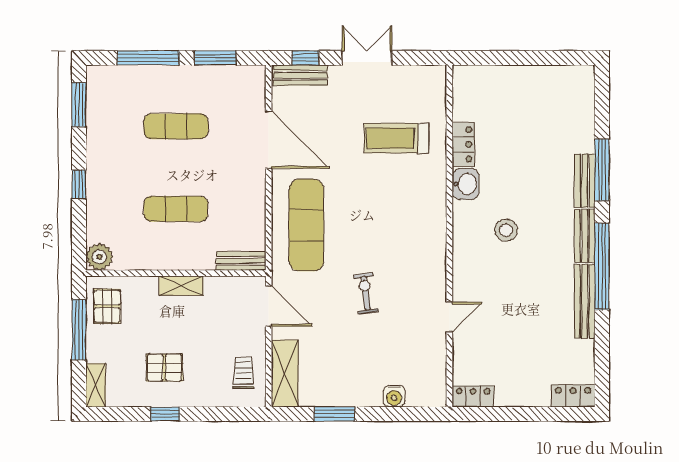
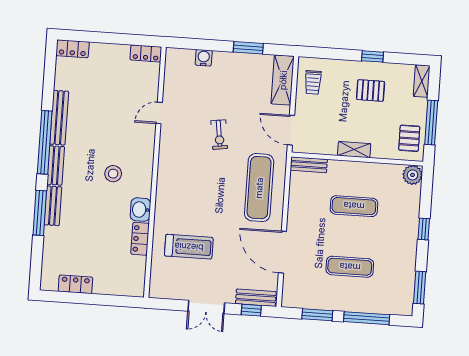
locker: (547, 76) -> (75, 284), added

